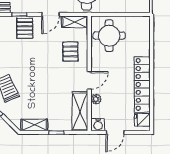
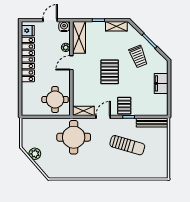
pallet: (70, 51) -> (110, 72), moved, width x1.50, depth x1.42

